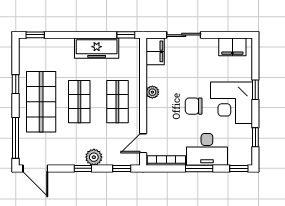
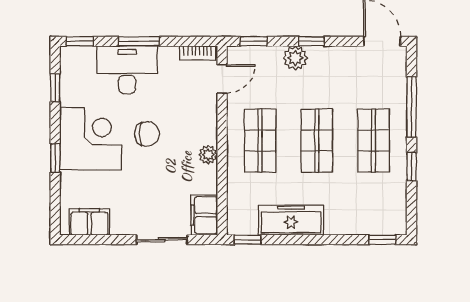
shop shelf: (41, 102) -> (373, 141), width x0.70, depth x0.74
window: (16, 138) -> (411, 107), moved
bookcase: (166, 161) -> (198, 53), width x0.64

